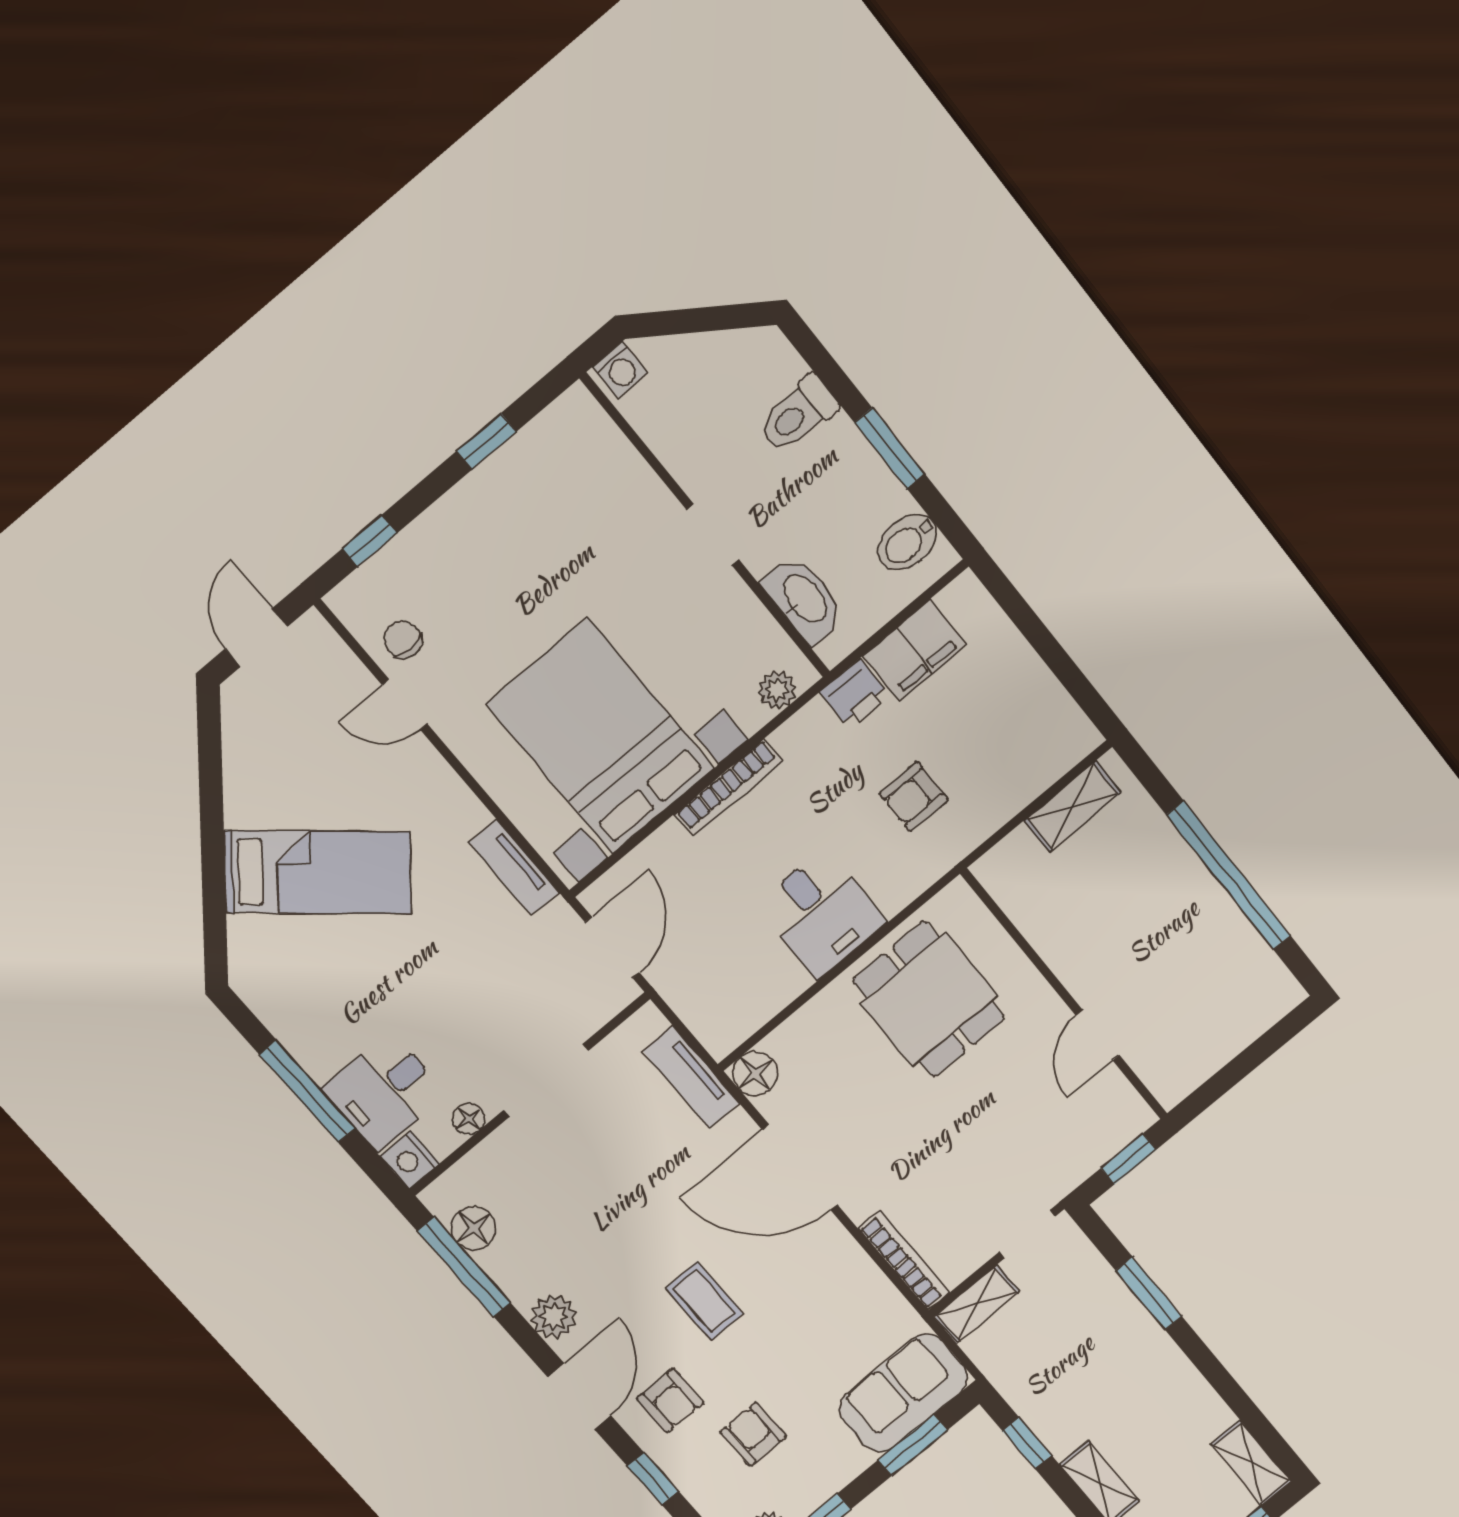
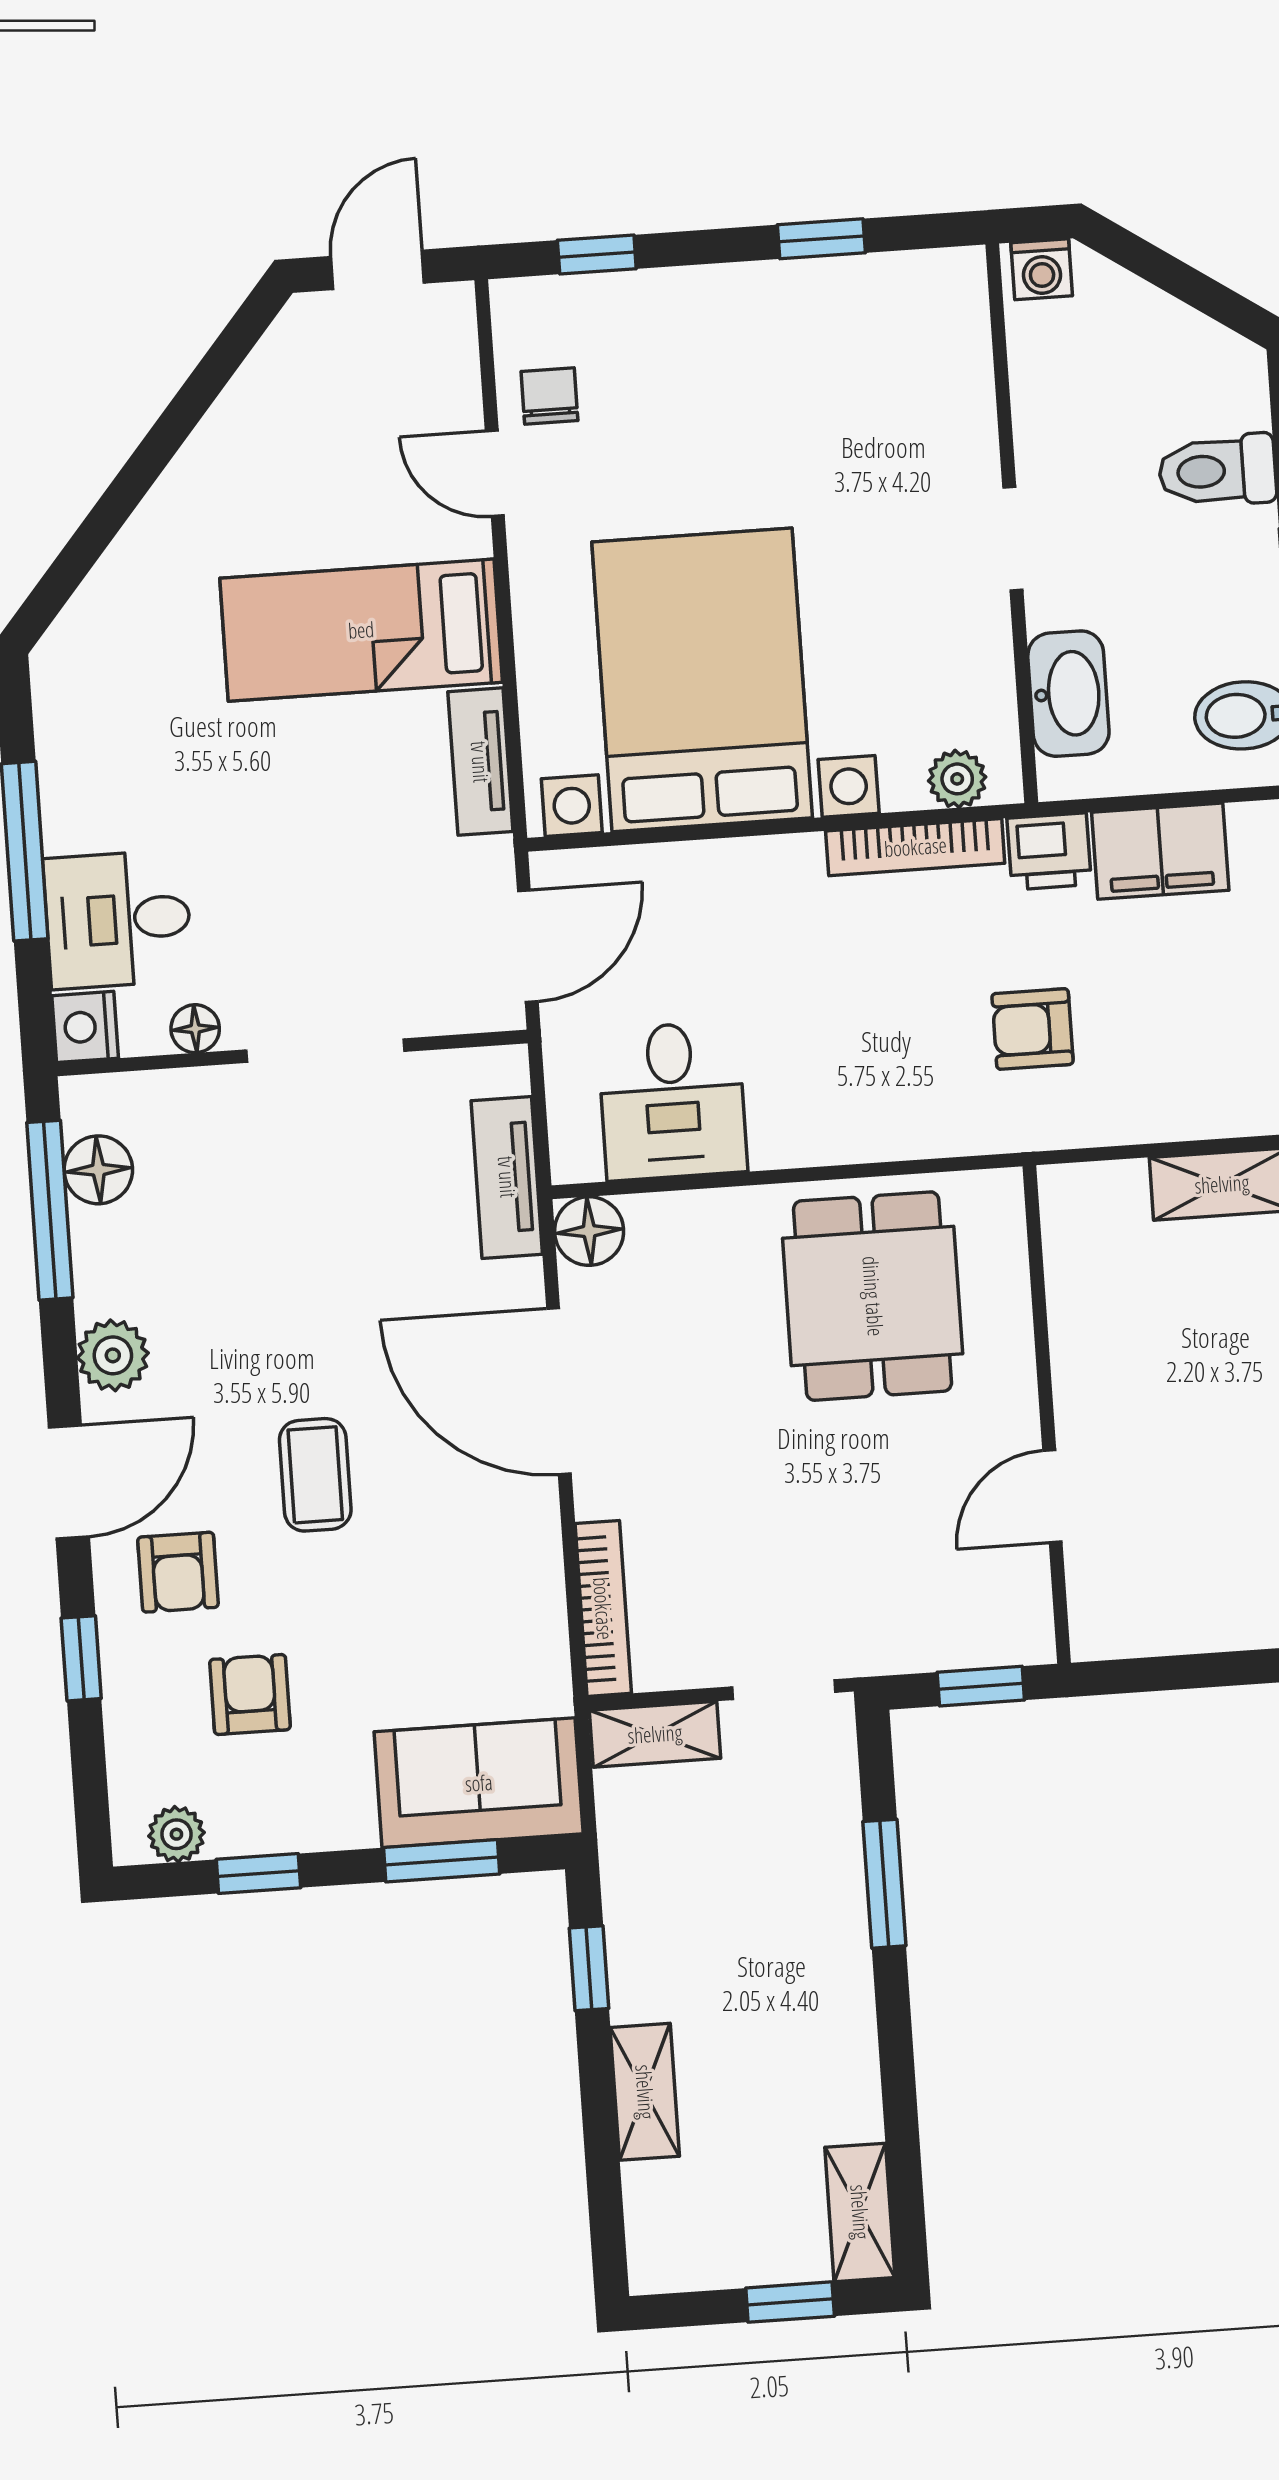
bookcase: (729, 788) -> (915, 847), moved
bed: (318, 872) -> (361, 630), moved, turned 140
desk: (821, 913) -> (672, 1101), moved

